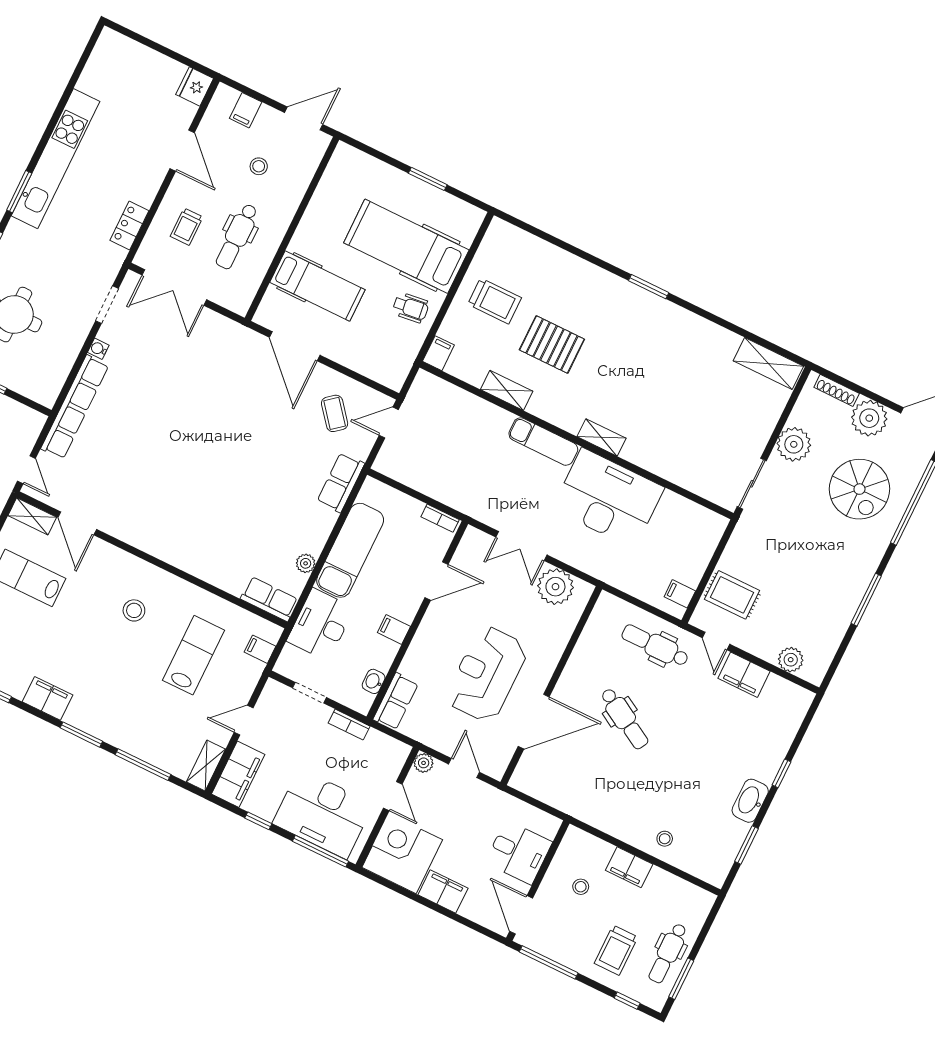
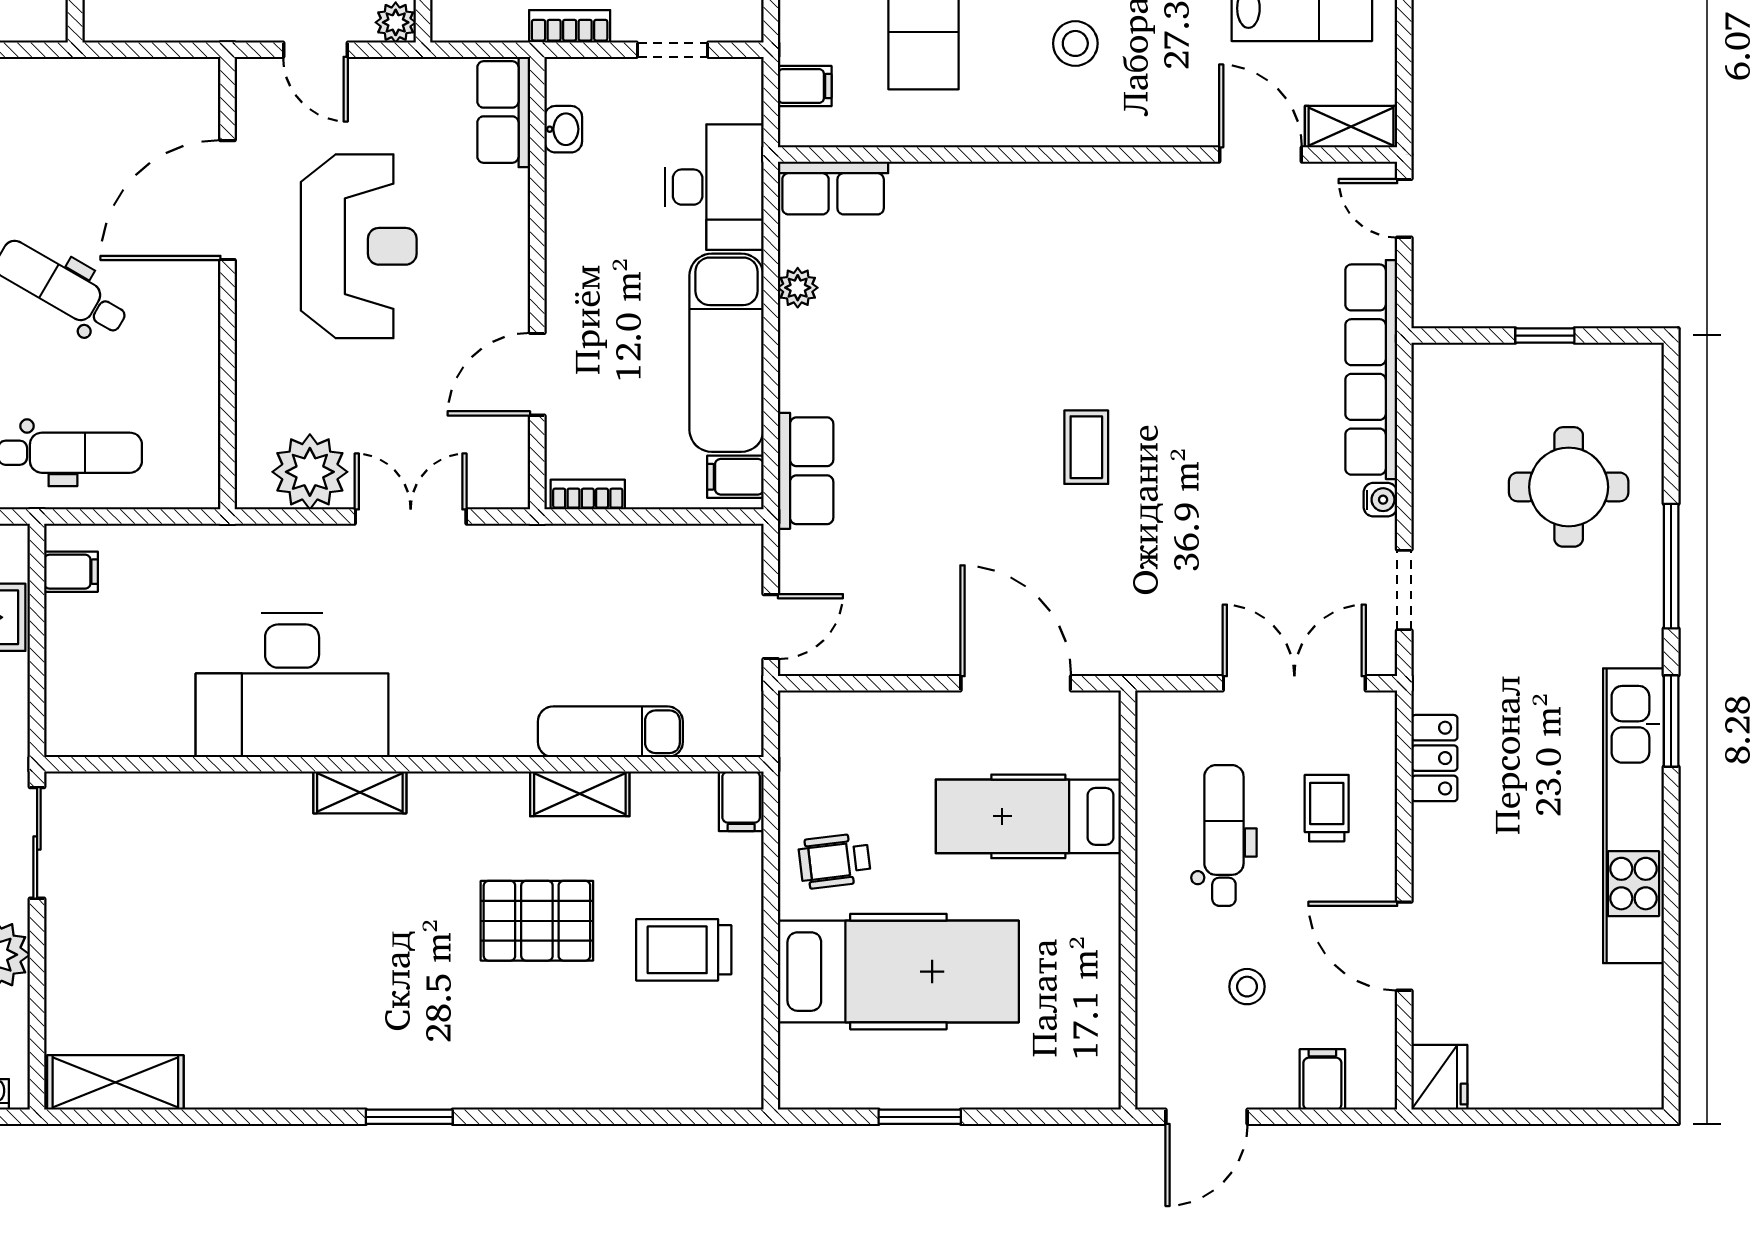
coffee table: (335, 413) -> (1086, 447), moved, turned 39
exam couch: (543, 442) -> (610, 732), moved
filing cabinet: (394, 629) -> (735, 477), moved, turned 180

